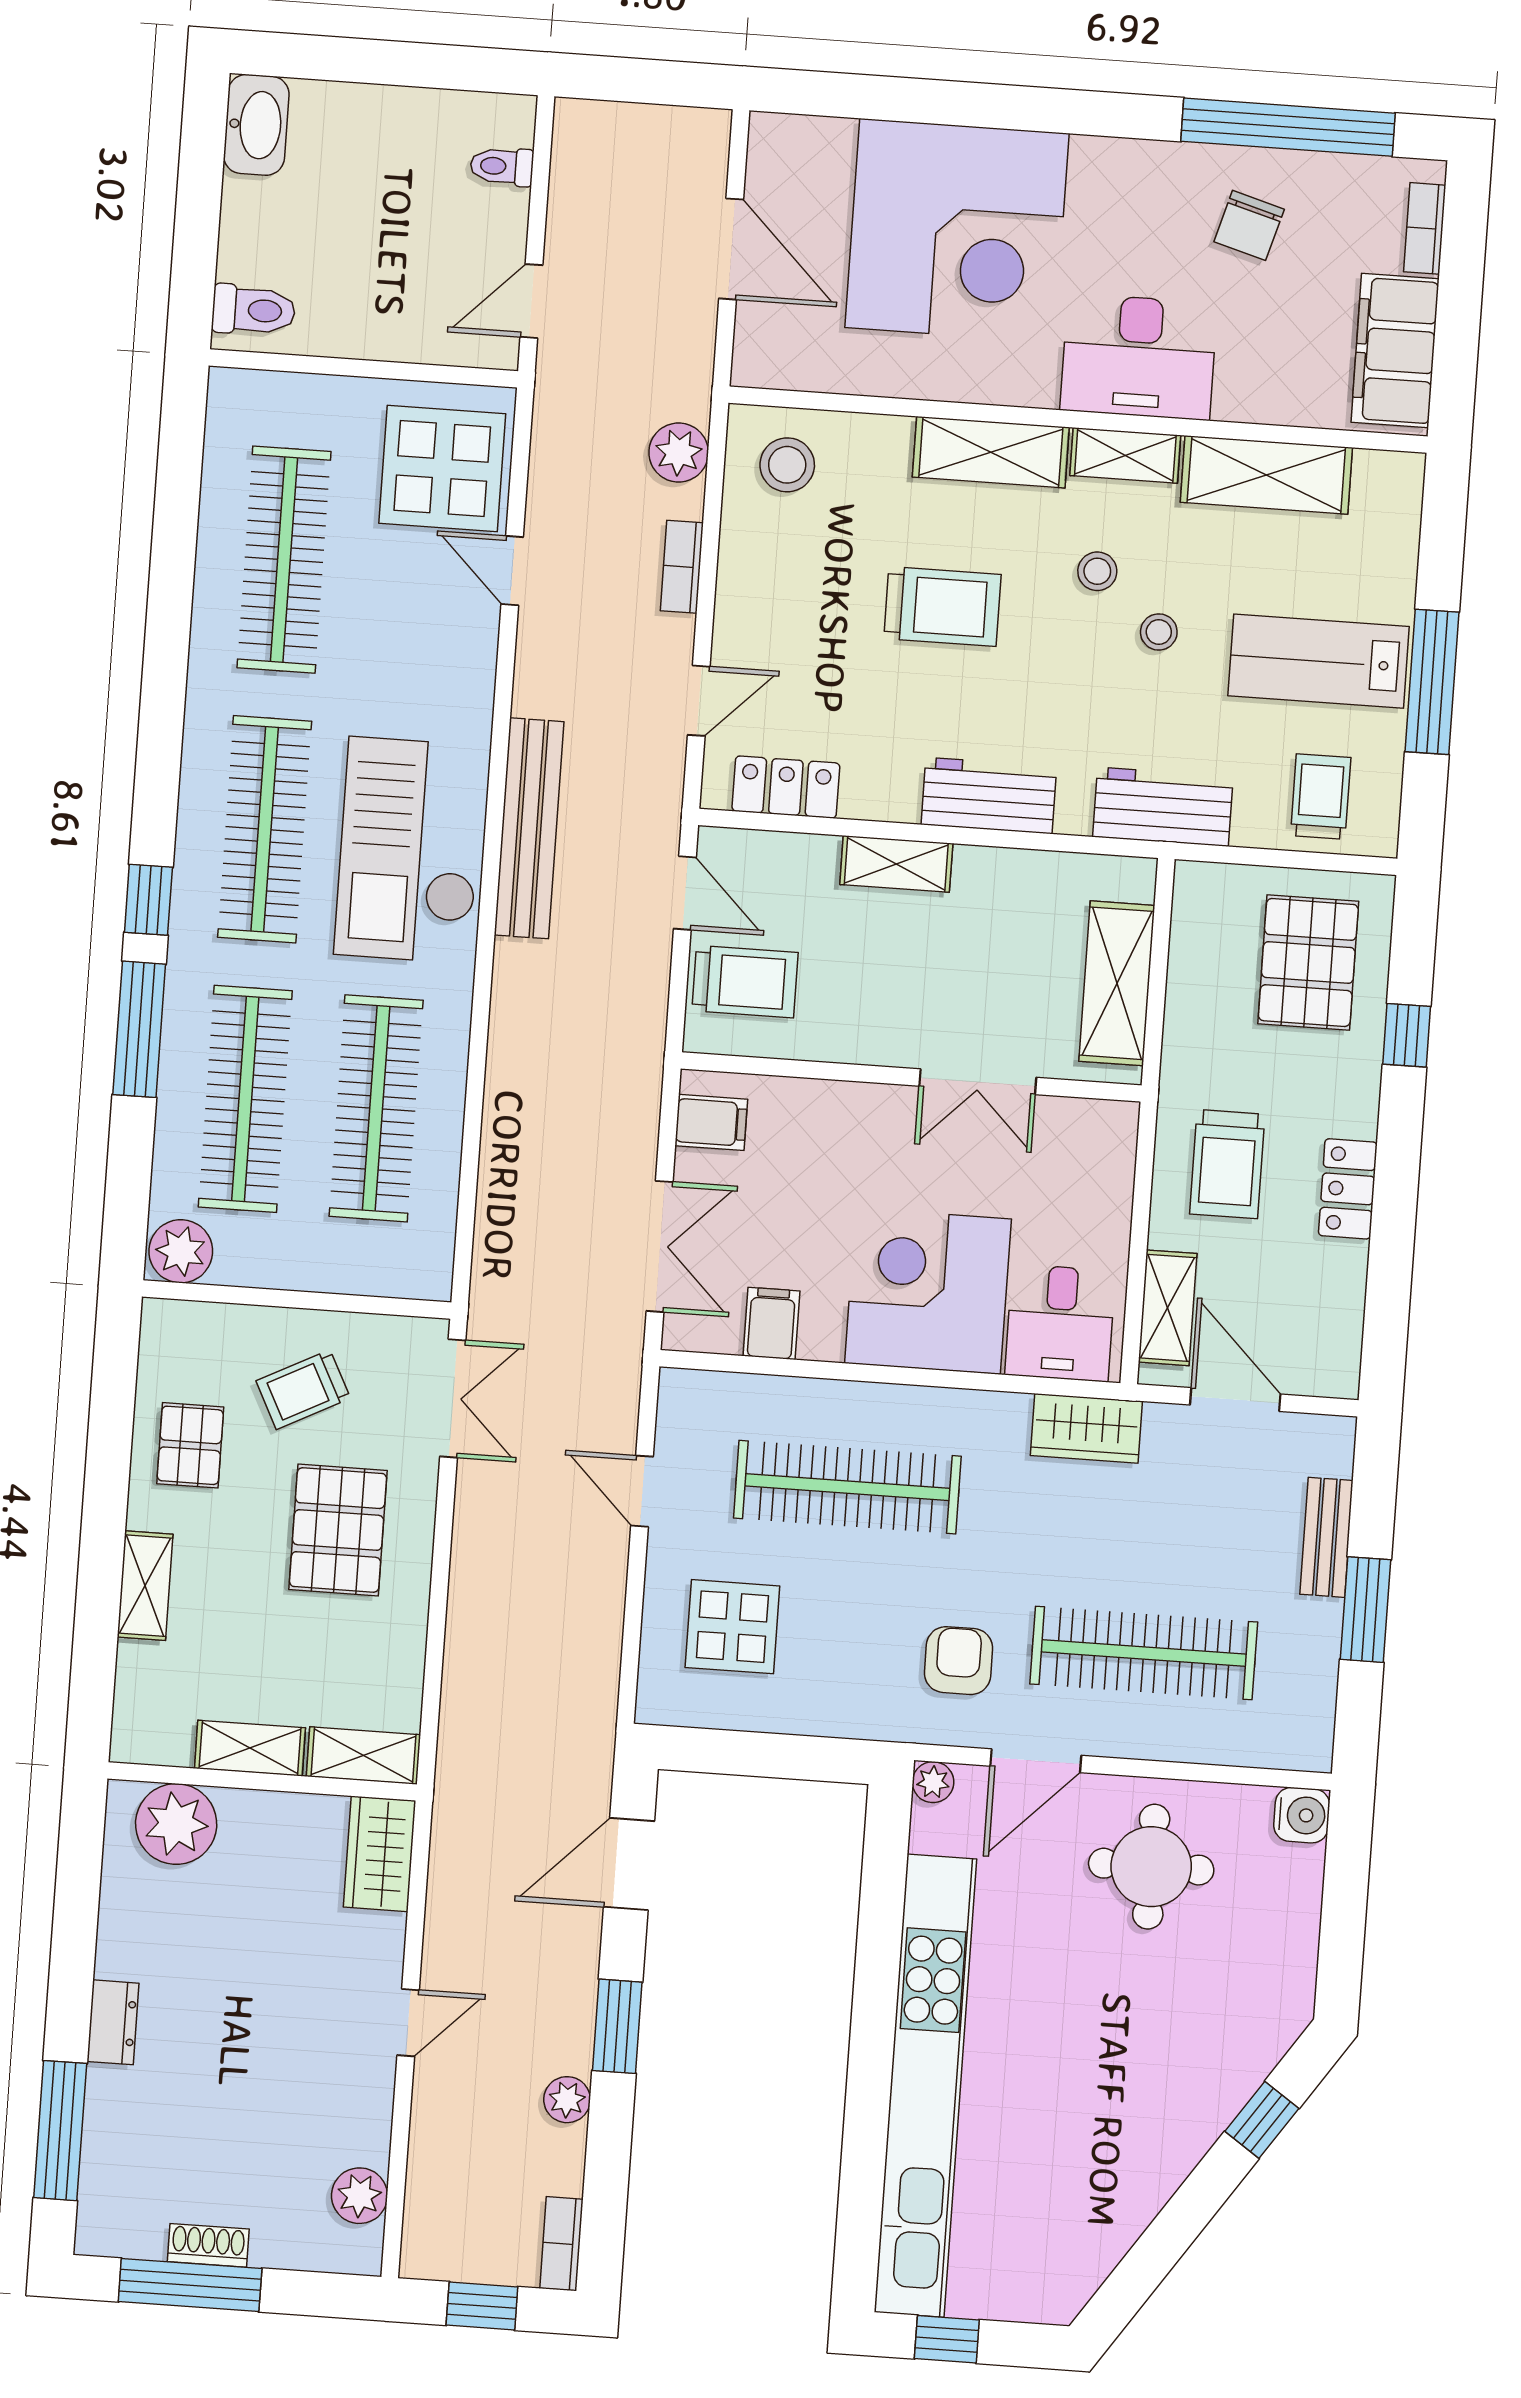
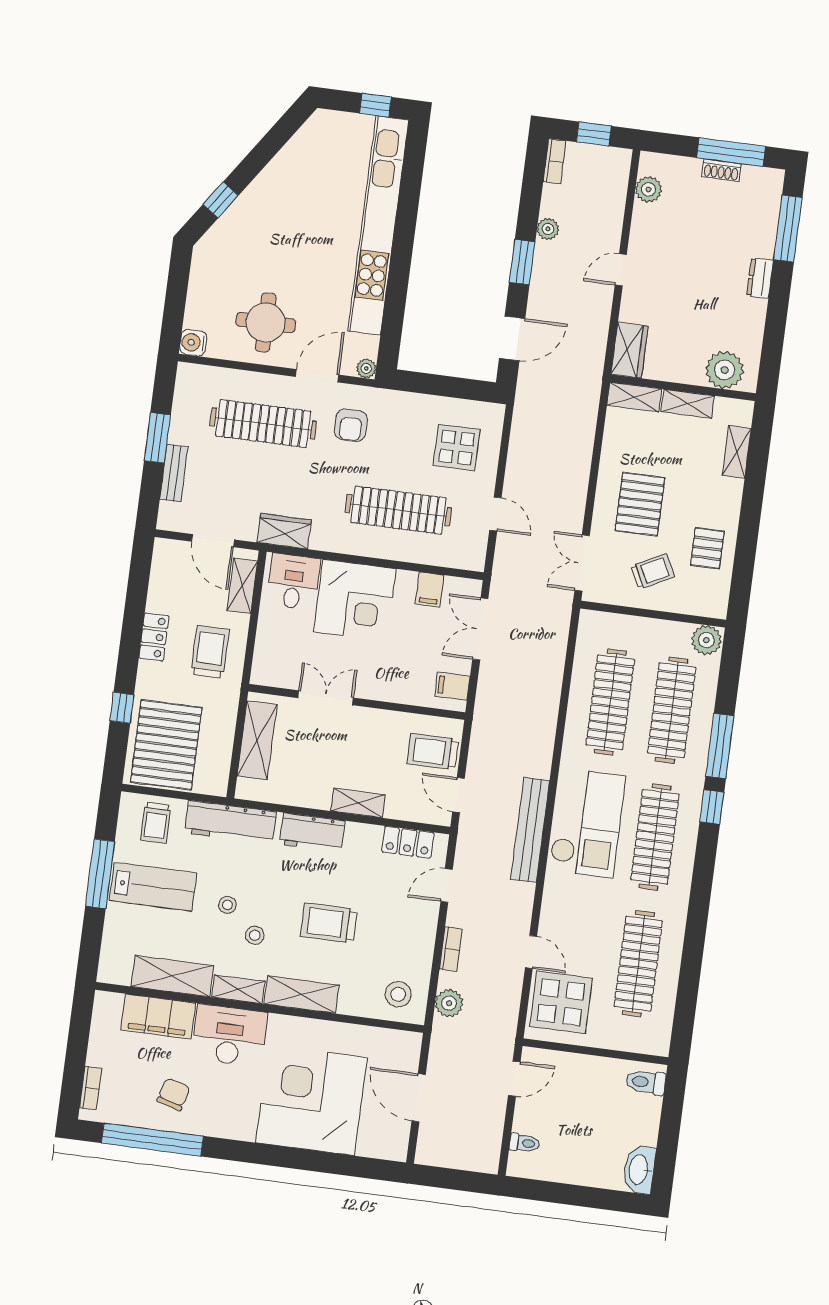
filing cabinet: (1395, 351) -> (158, 1016), moved, turned 90
workbench: (1163, 807) -> (230, 822), width x1.38
pallet: (1308, 963) -> (166, 745), width x1.37, depth x1.41
shelving: (145, 1586) -> (737, 452), moved

